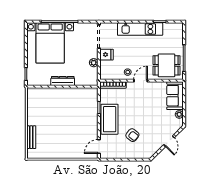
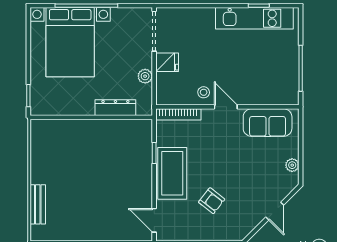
kitchen unit: (140, 29) -> (254, 18), moved
dining table: (166, 65) -> (270, 81), removed
dresser: (63, 81) -> (115, 108), moved
door: (141, 81) -> (226, 107), hinge flipped
sofa: (175, 96) -> (268, 123), moved, turned -90
door: (99, 146) -> (154, 220), hinge flipped

